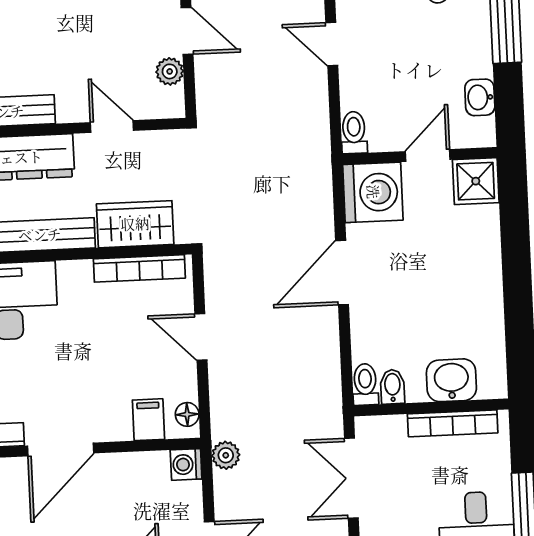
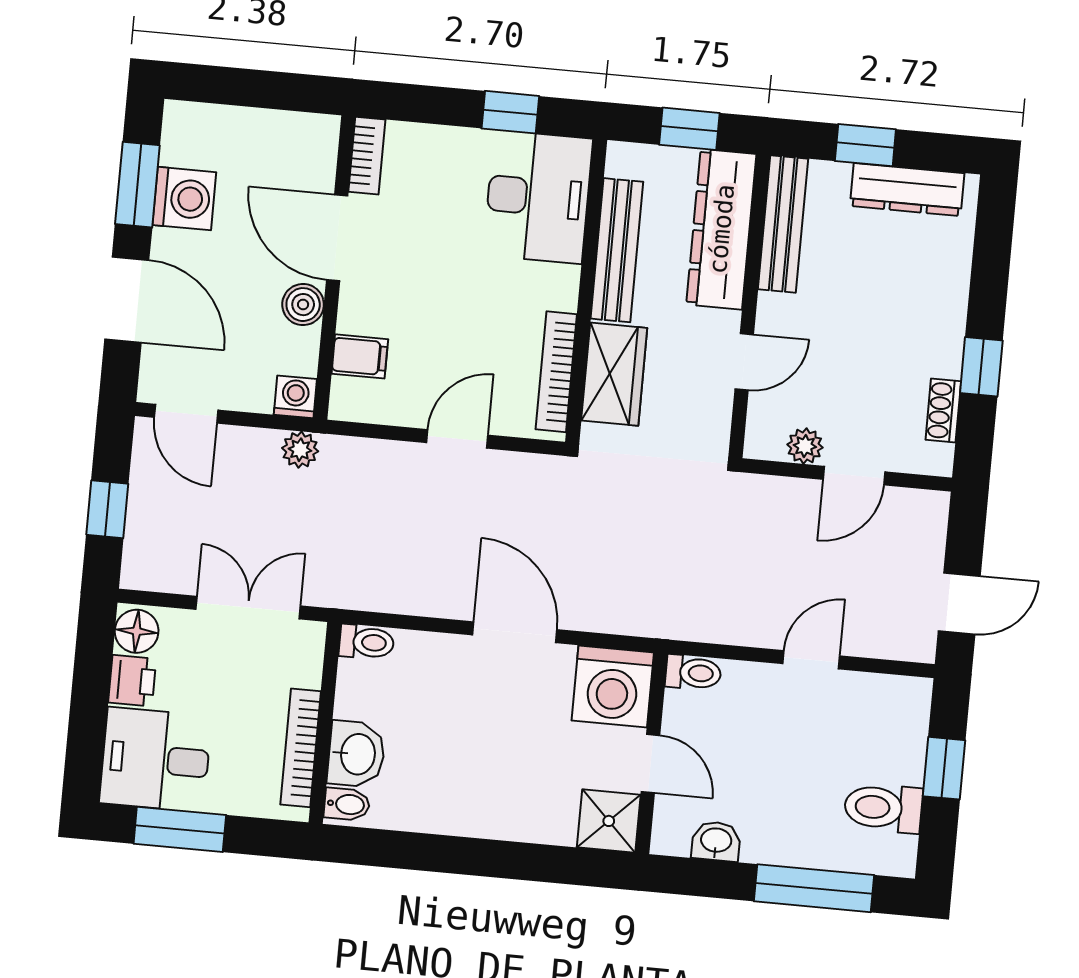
bidet: (393, 387) -> (347, 804), moved
floor lamp: (187, 414) -> (360, 407), removed
boiler: (115, 468) -> (303, 305), added

